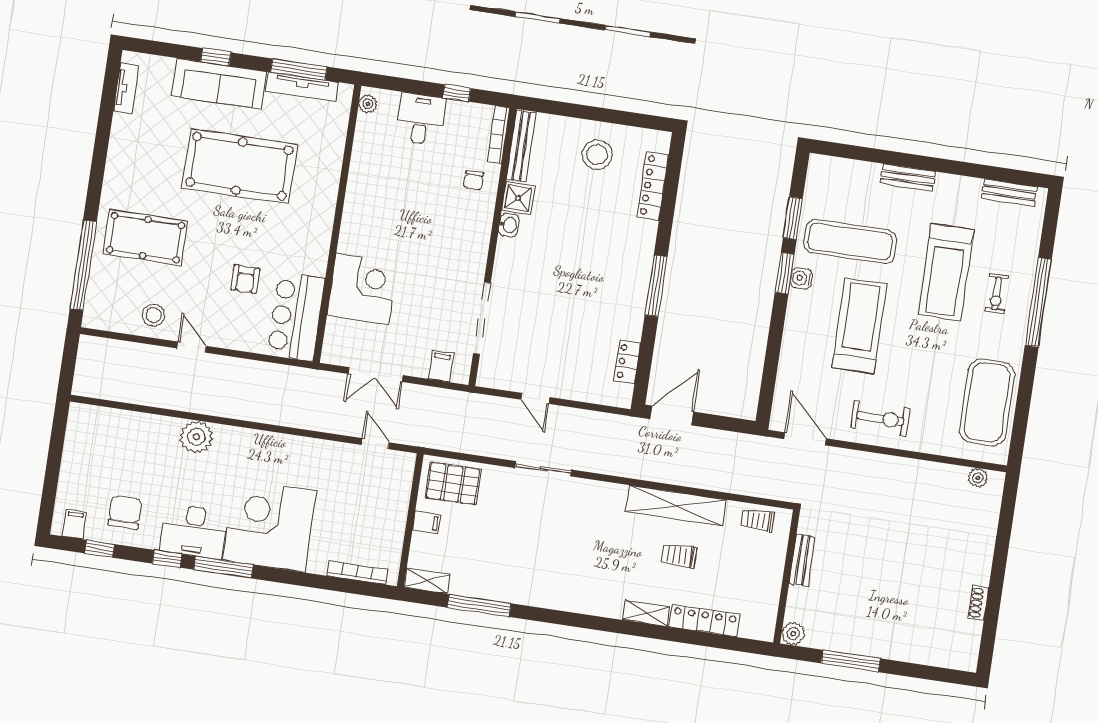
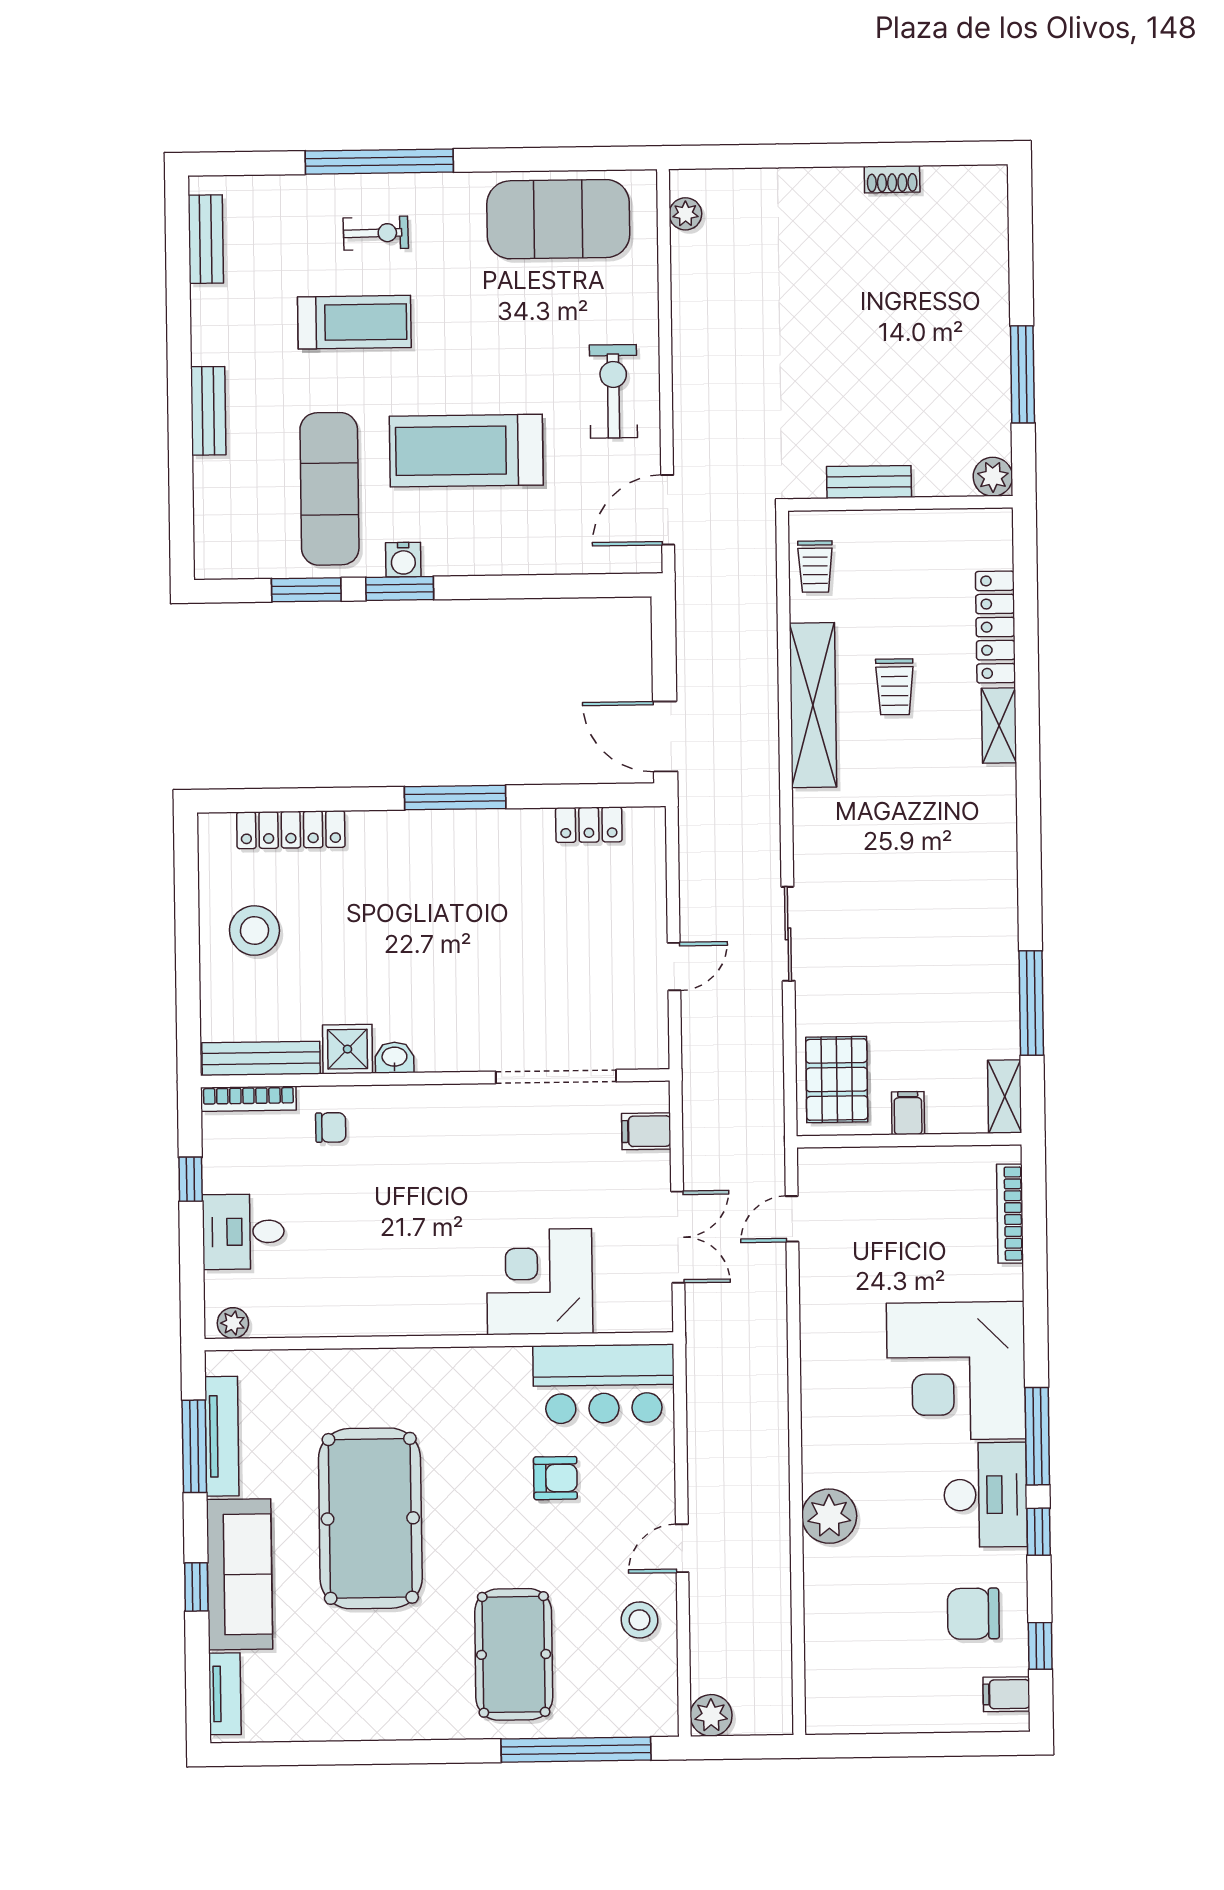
tv unit: (126, 88) -> (225, 1694), moved, turned 90
treadmill: (946, 272) -> (354, 322), width x0.73, depth x0.73
plant: (90, 348) -> (711, 1715), added

